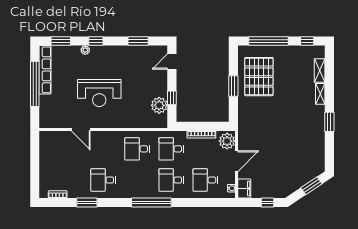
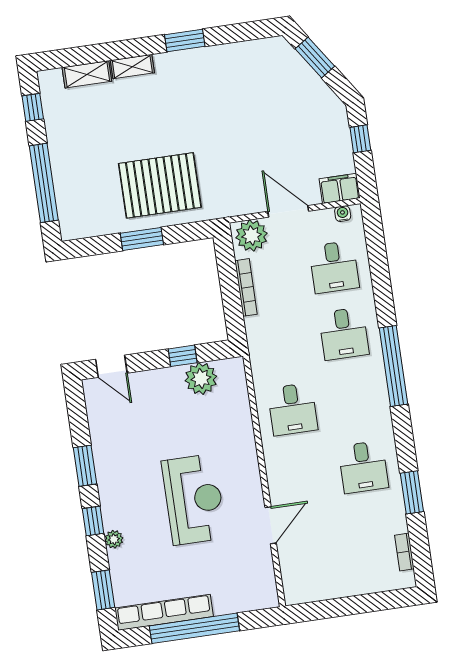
window: (138, 41) -> (85, 466), moved
pallet: (259, 77) -> (160, 185), moved
desk: (171, 149) -> (283, 343), removed

